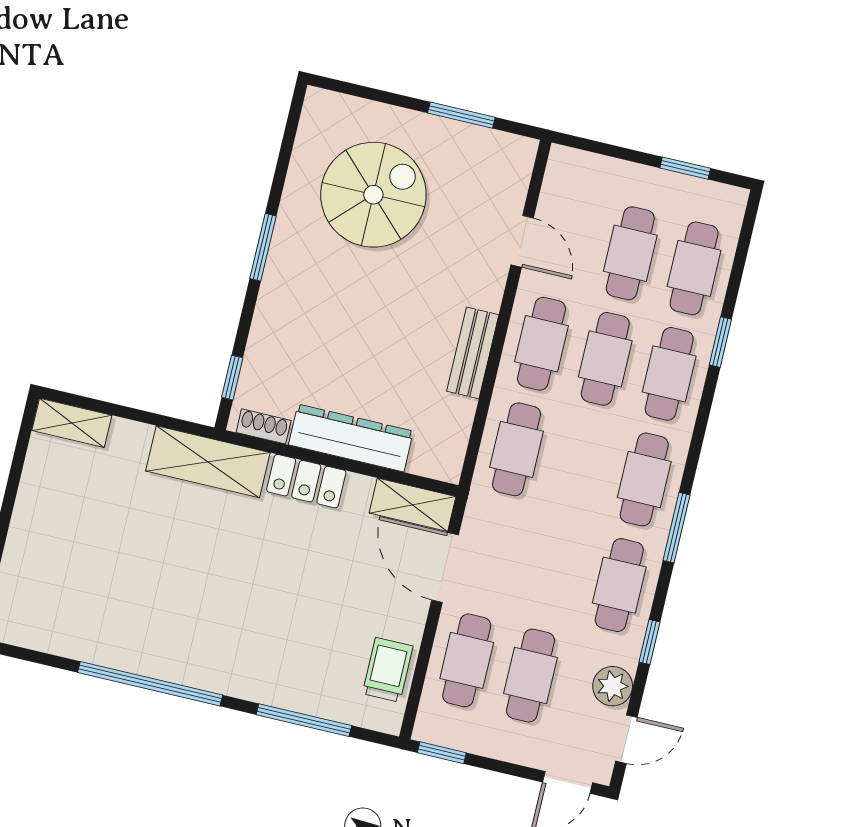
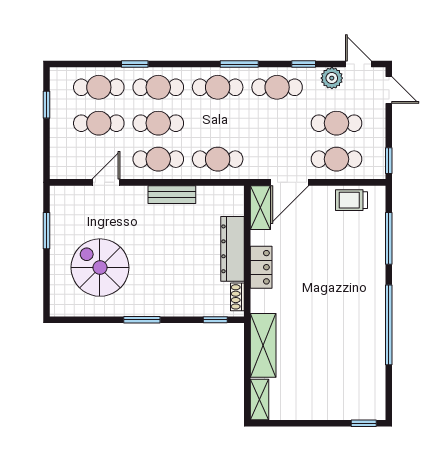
shelving: (208, 462) -> (263, 345), moved

